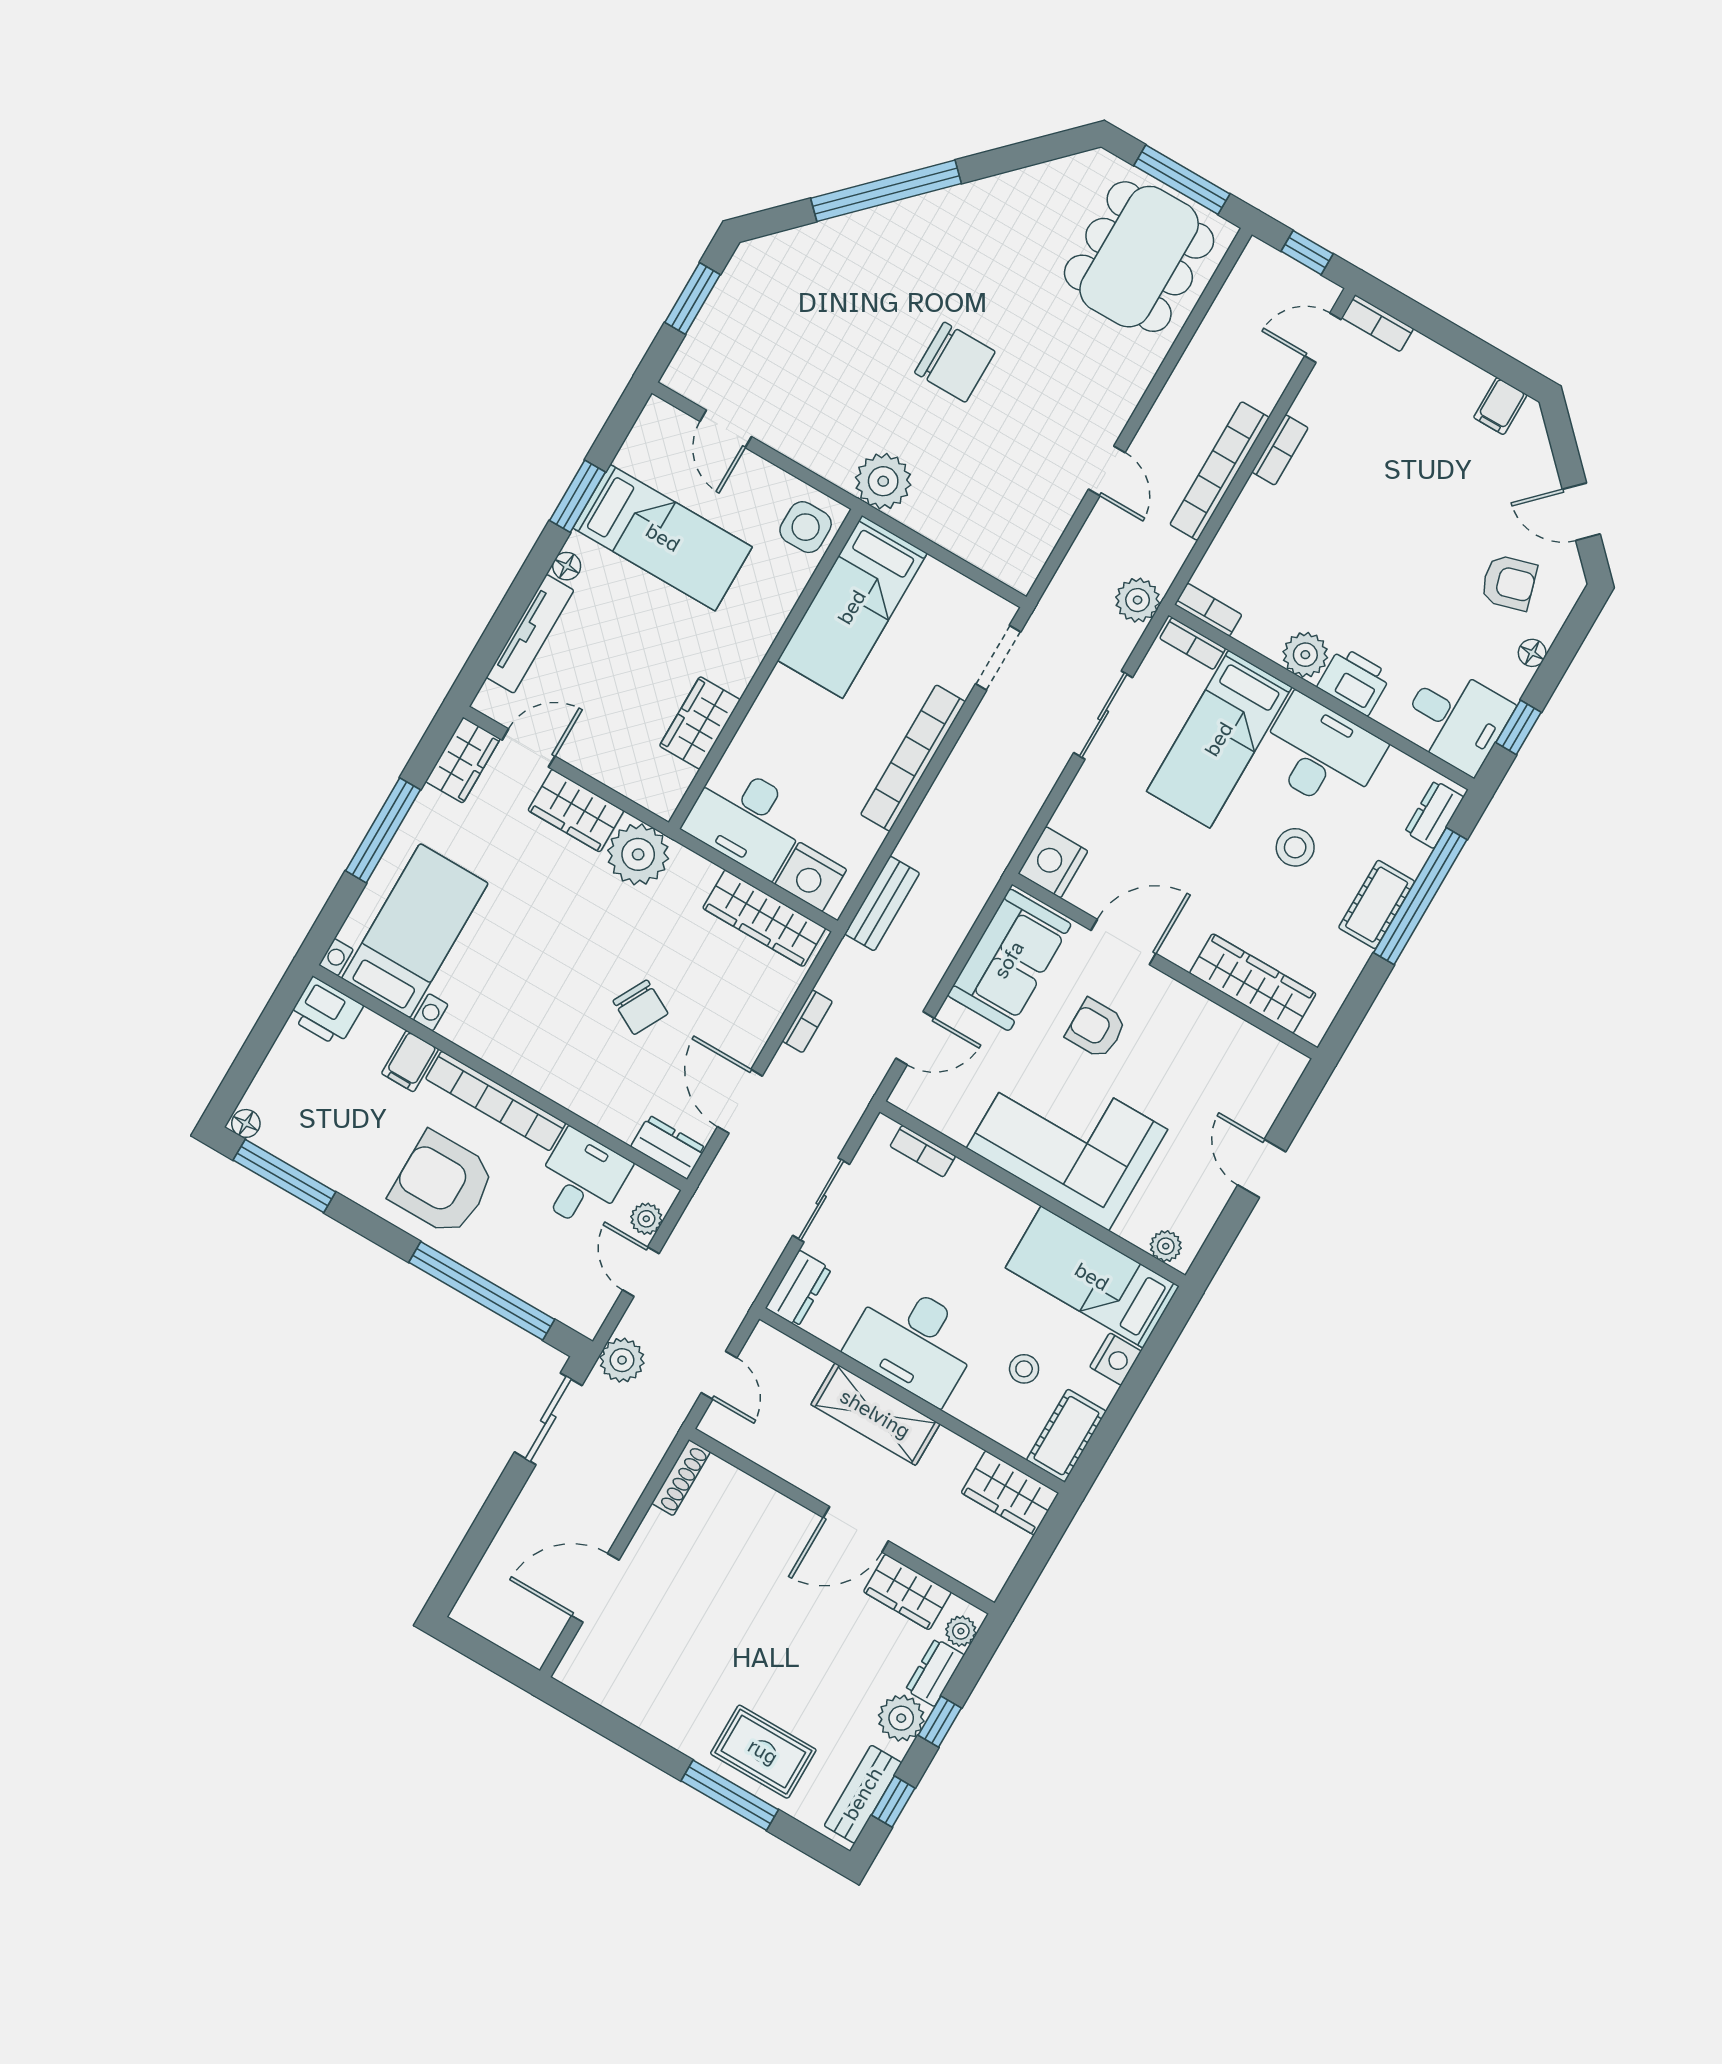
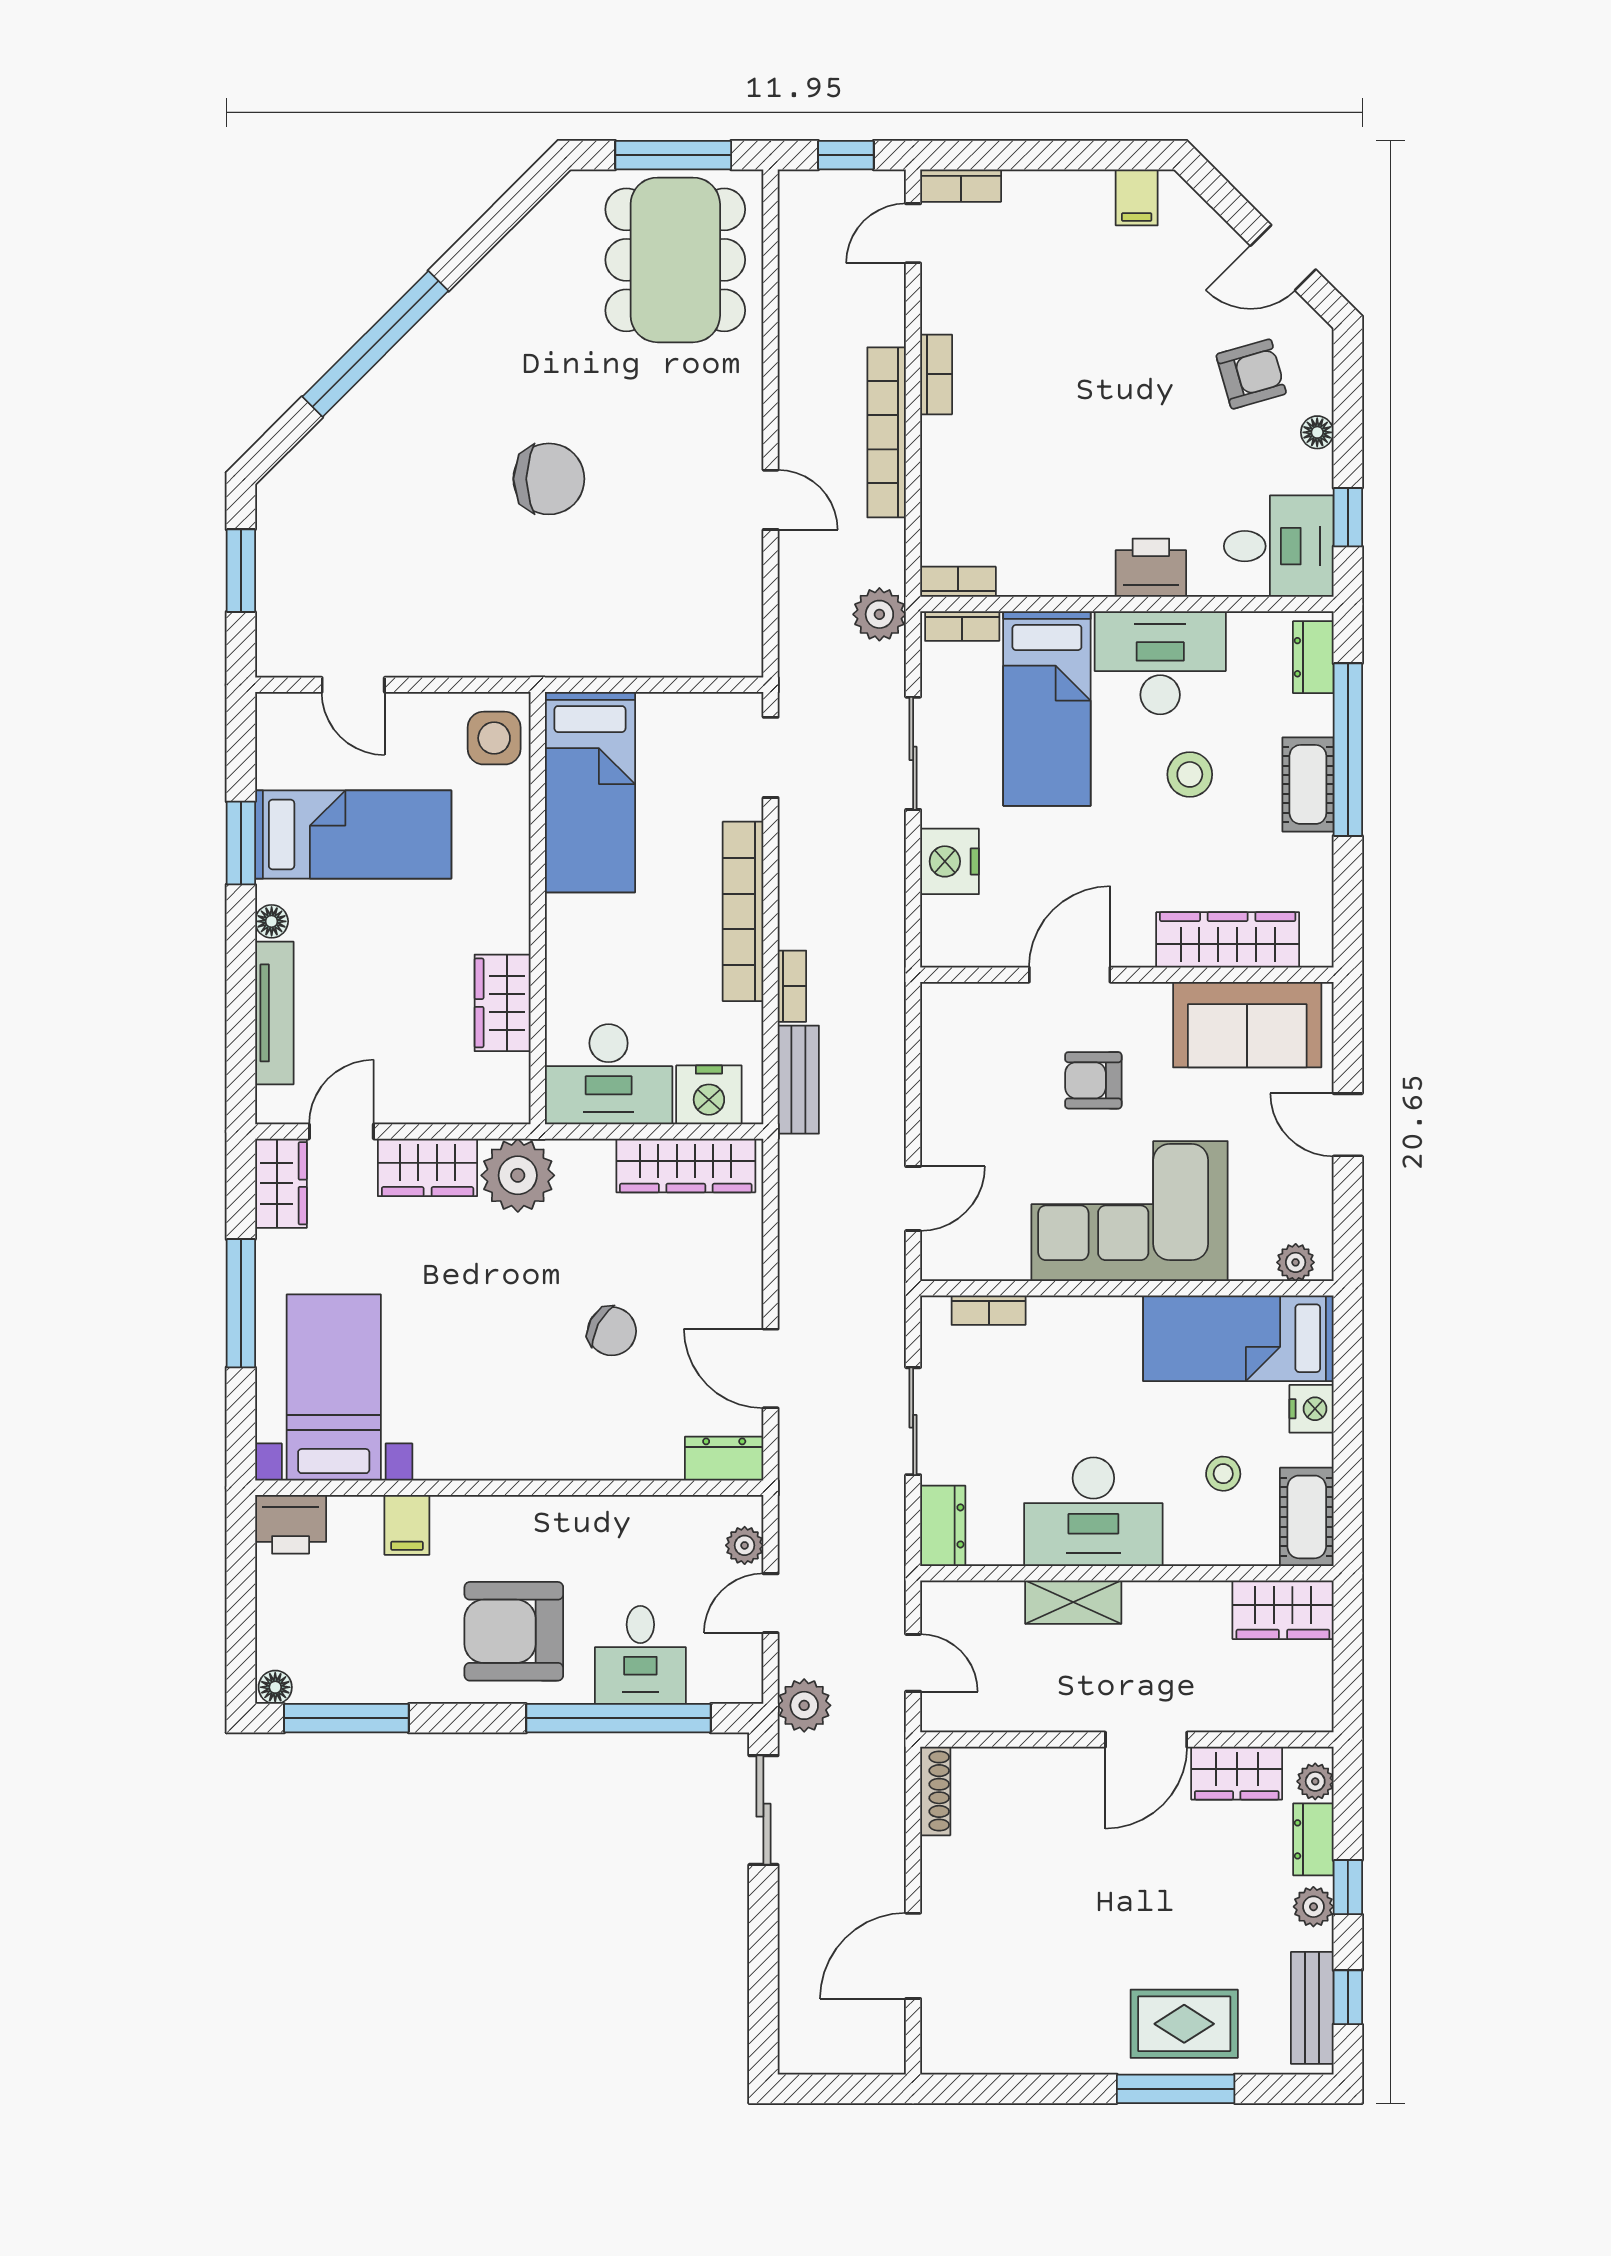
plant: (883, 481) -> (546, 644), removed
plant: (1305, 655) -> (1085, 570), removed
nightstand: (1053, 862) -> (950, 861), moved
sofa: (1009, 960) -> (1247, 1025), moved, turned 90
bookcase: (807, 1021) -> (792, 986), moved
bookcase: (496, 1101) -> (519, 1514), removed
desk: (581, 1179) -> (640, 1655), moved, turned 180
door: (641, 1272) -> (771, 1603), hinge flipped
shelving: (875, 1414) -> (1073, 1602), width x0.67, depth x0.75
plant: (901, 1718) -> (1313, 1907), width x0.73, depth x0.73

